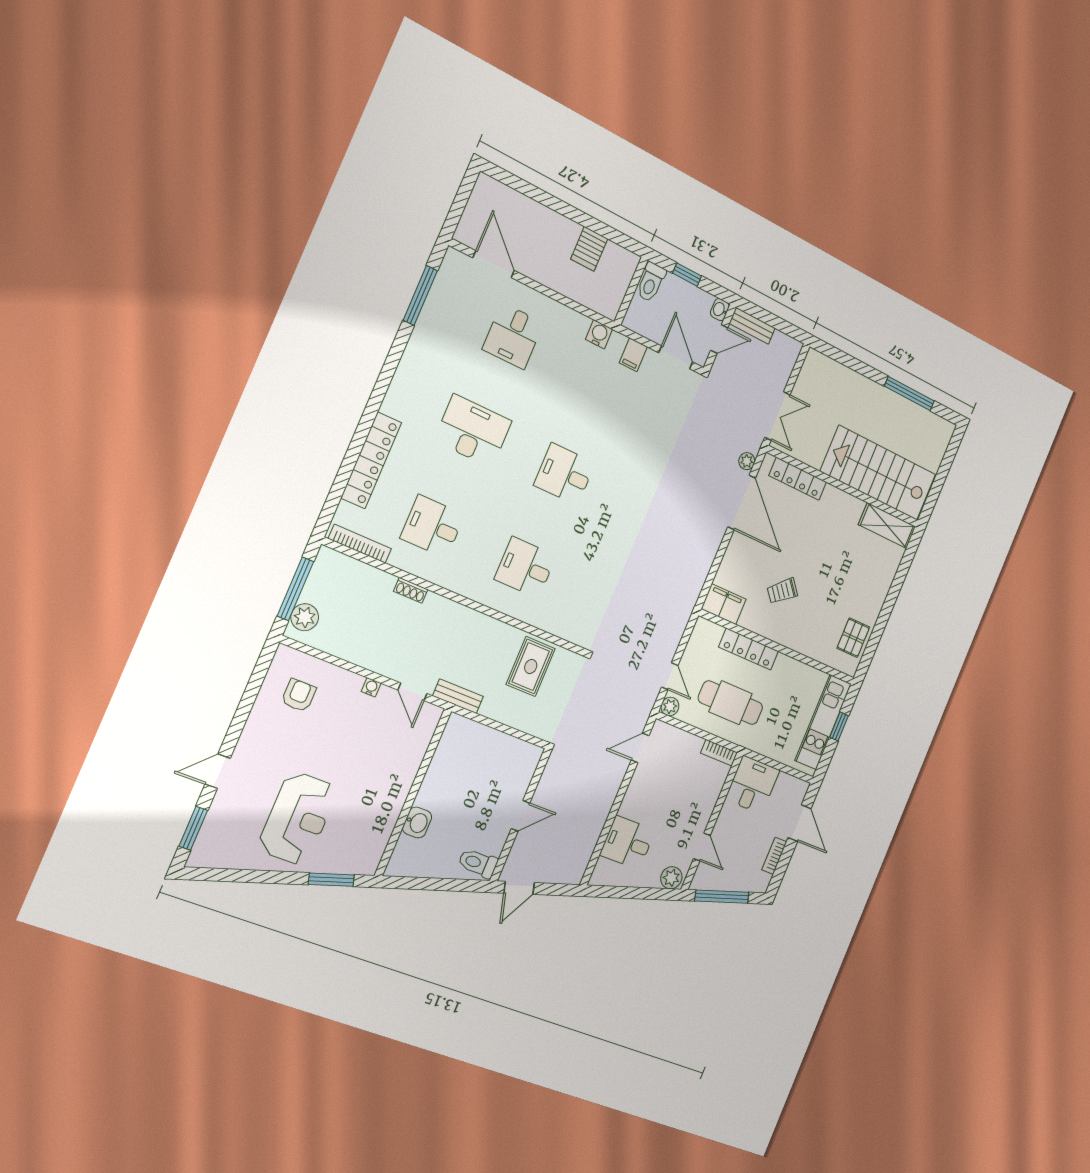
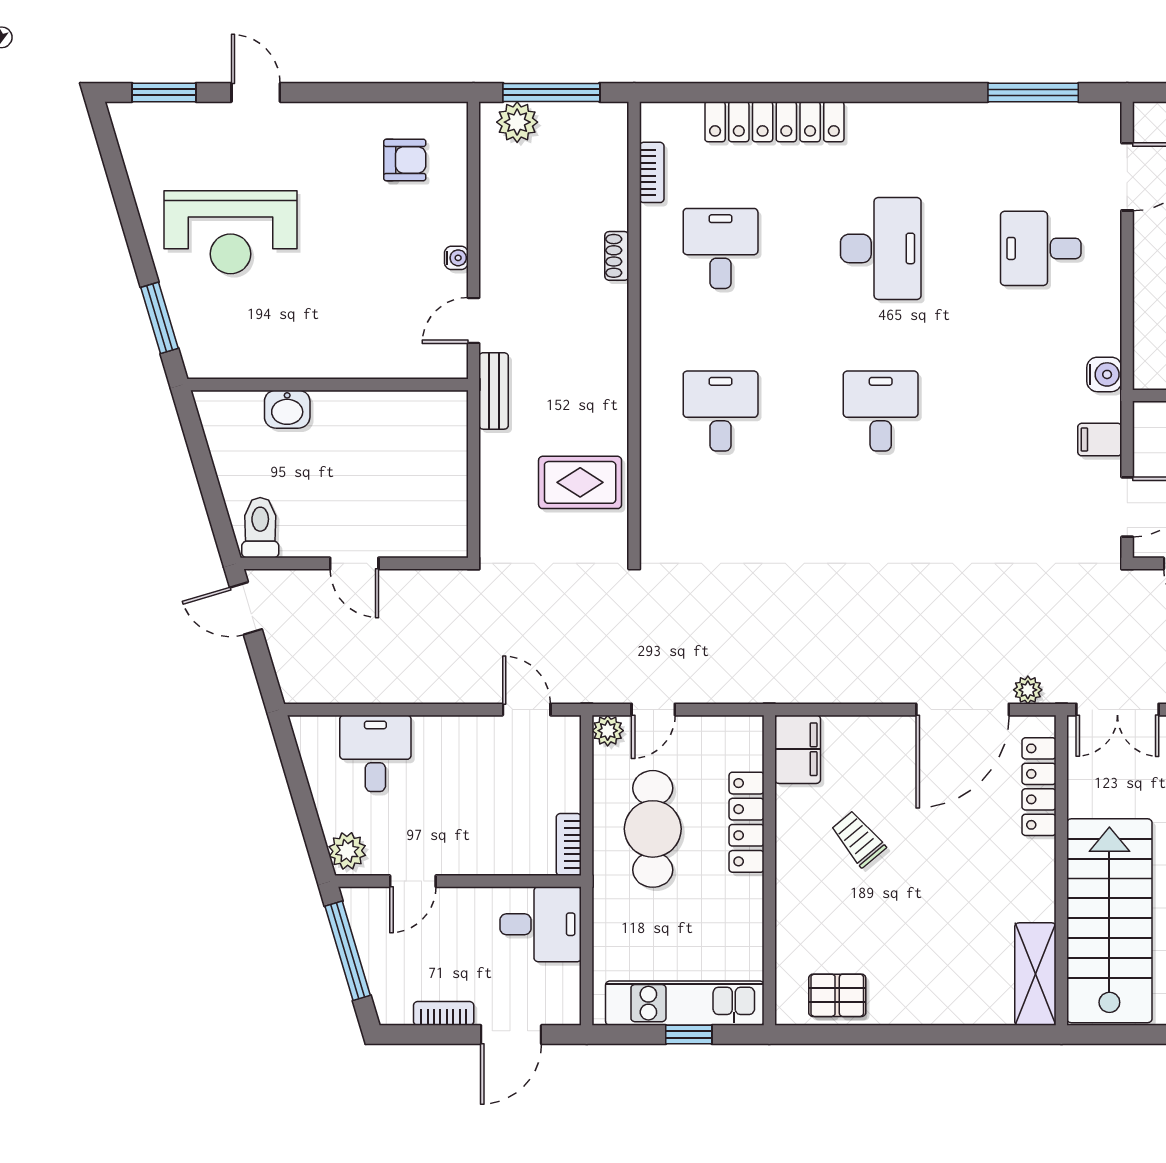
bookcase: (360, 544) -> (652, 172), width x0.64

